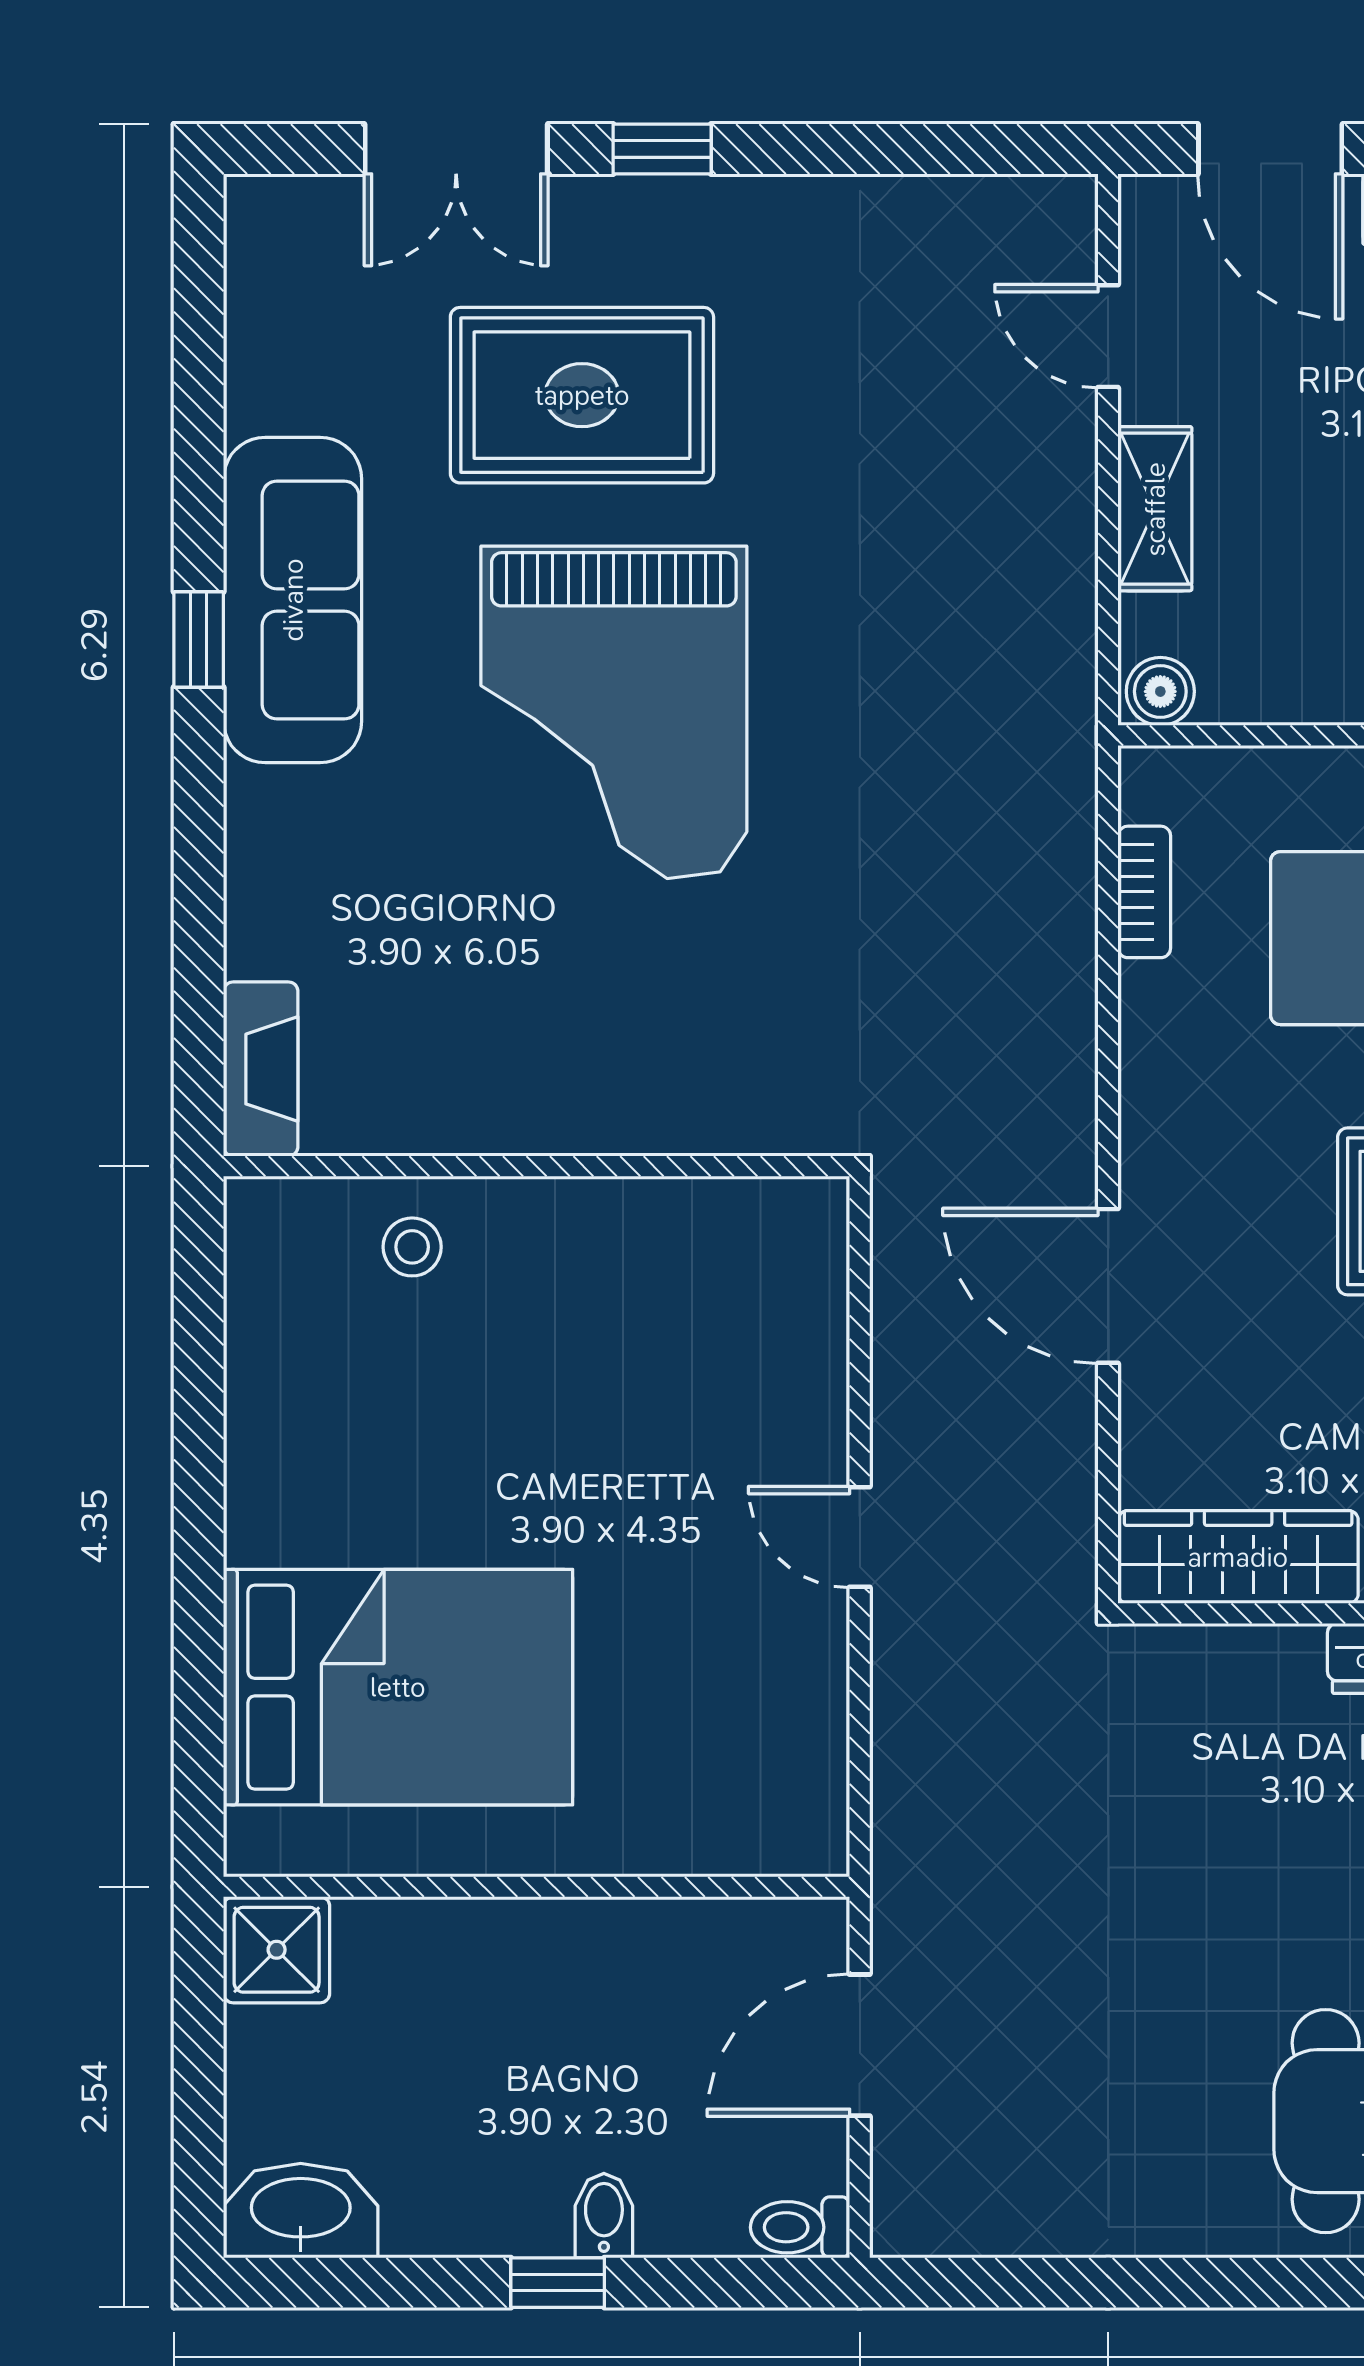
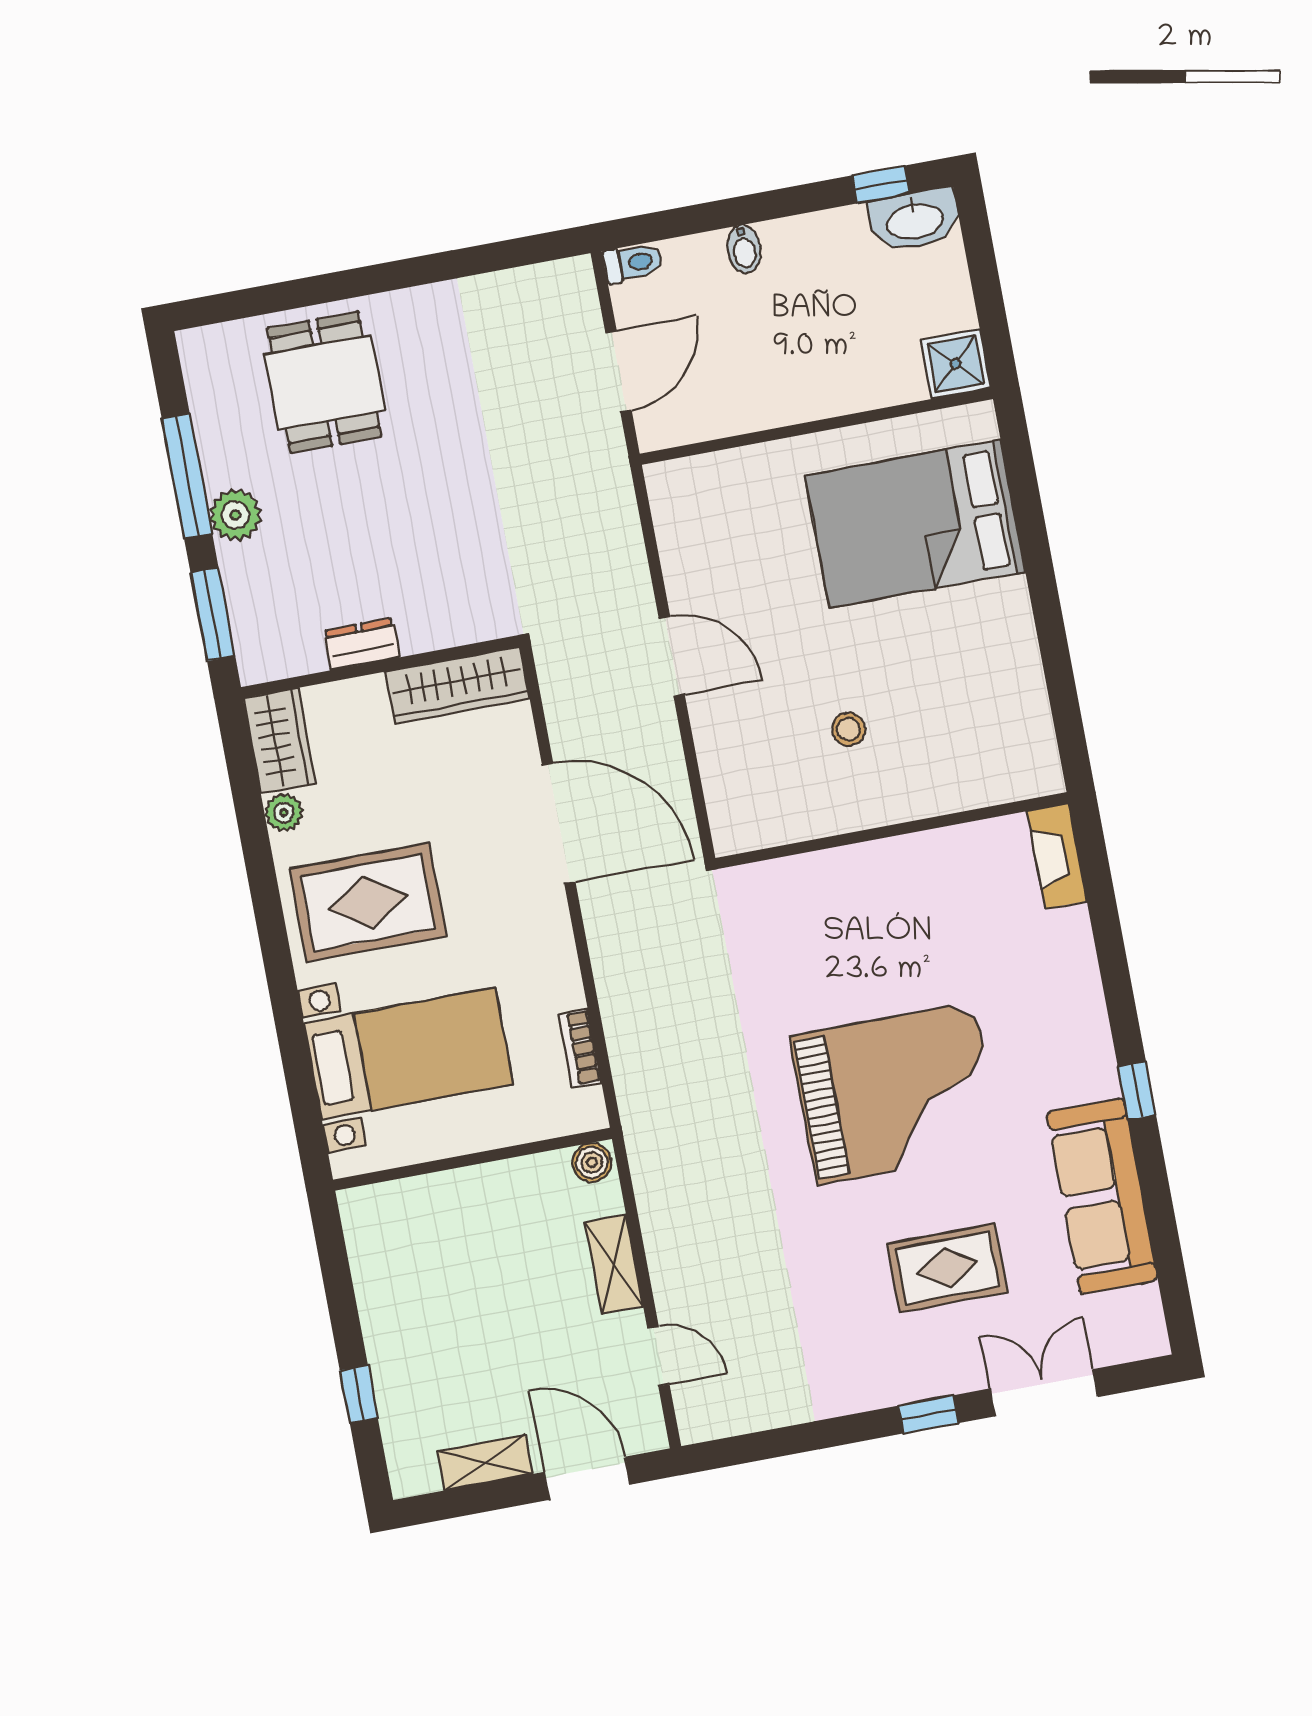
rug: (582, 395) -> (947, 1268), width x0.73, depth x0.70
sofa: (293, 600) -> (1102, 1196), moved
grand piano: (614, 712) -> (896, 1093), turned 90
stool: (412, 1247) -> (849, 729), moved
door: (1108, 1286) -> (559, 823), width x1.36
door: (860, 1537) -> (672, 657), width x1.38
window: (558, 2283) -> (881, 184), moved

